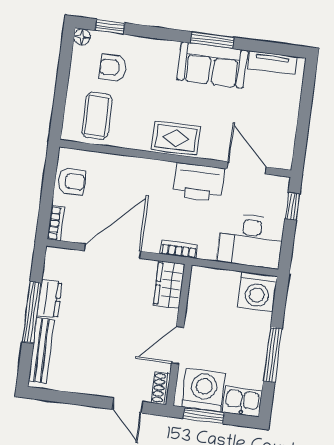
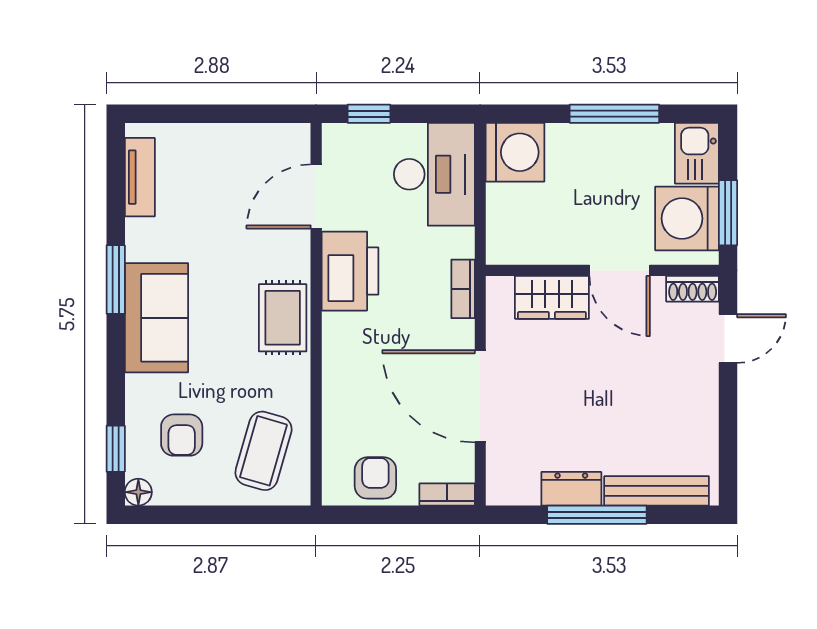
sofa: (212, 65) -> (156, 318), moved
coffee table: (97, 116) -> (264, 451), turned -74
wardrobe: (169, 285) -> (552, 297), moved

